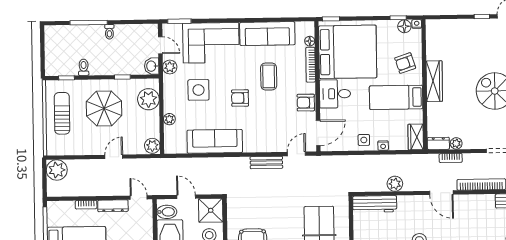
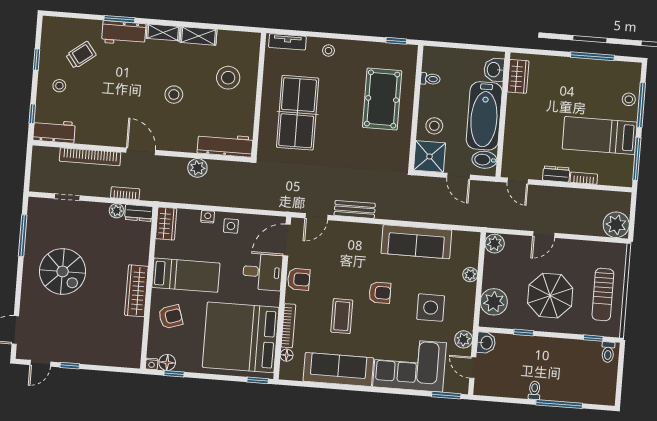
toilet: (84, 67) -> (608, 352), moved
desk: (335, 94) -> (263, 272), moved
dresser: (113, 206) -> (556, 174), width x0.70

